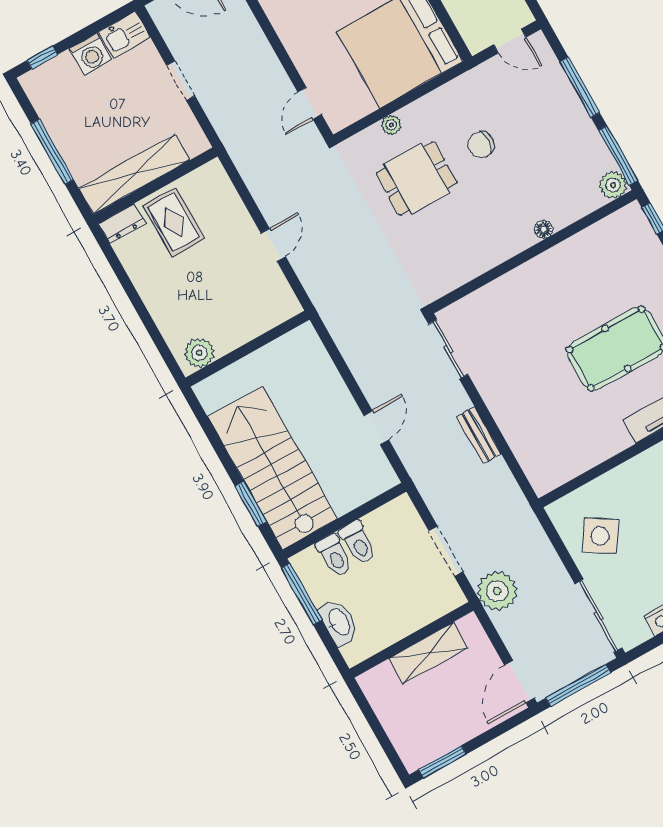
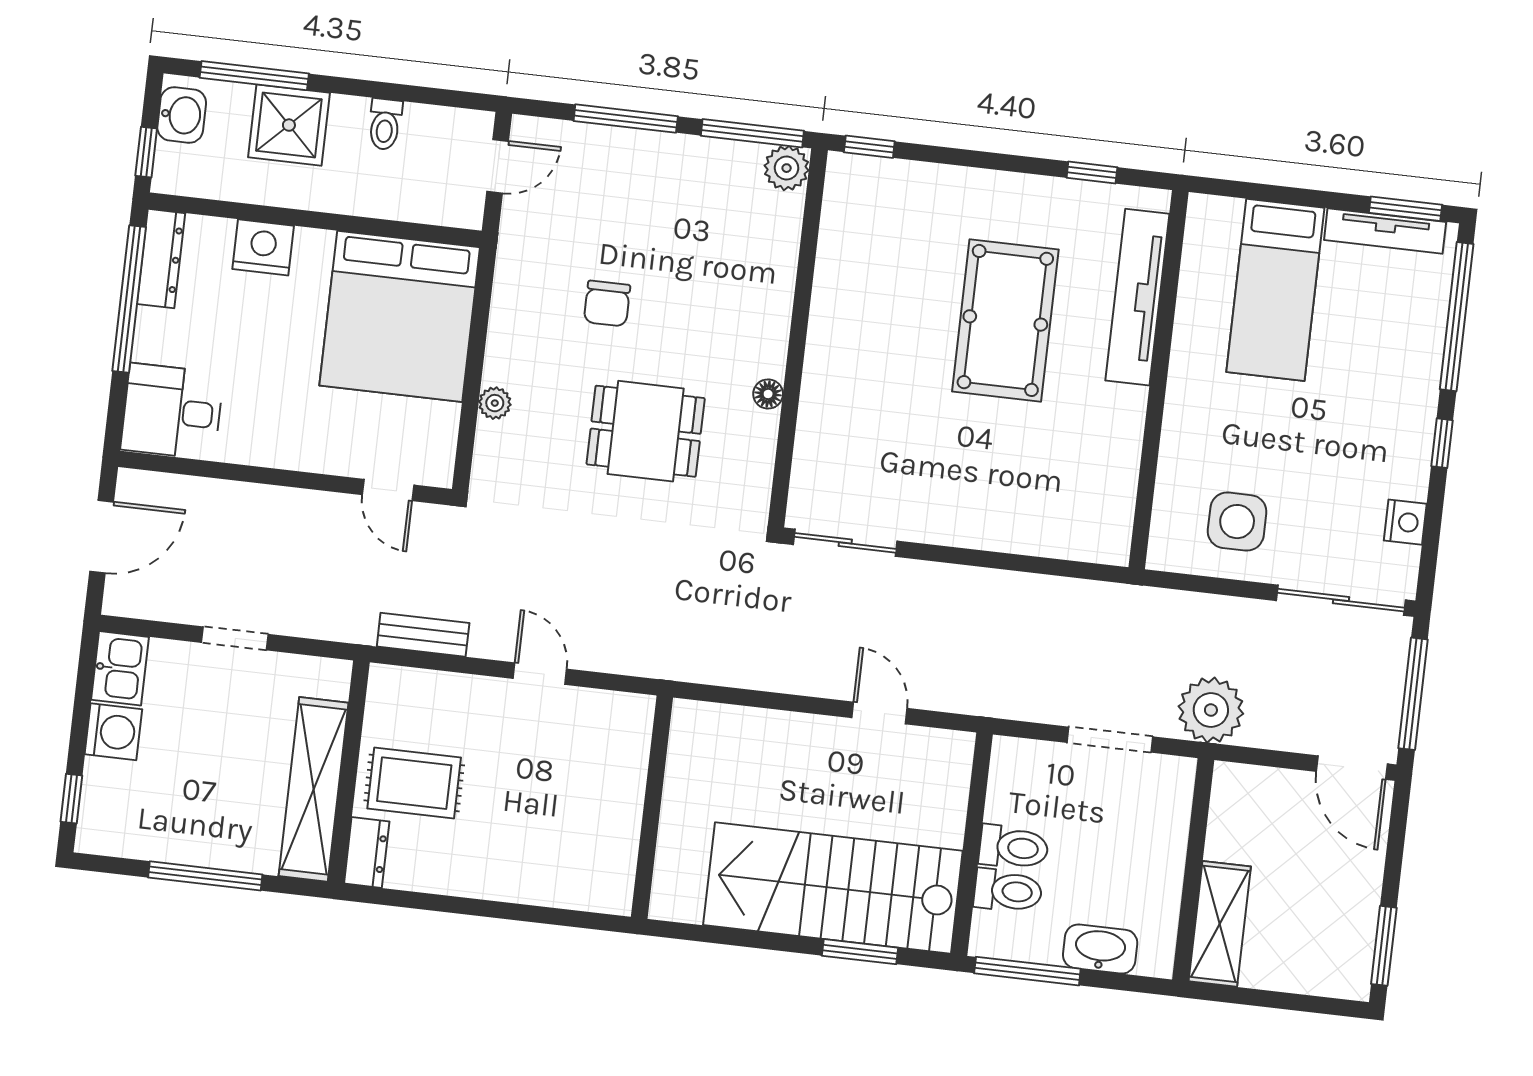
dining table: (417, 178) -> (646, 431), moved, turned 90
floor lamp: (544, 229) -> (768, 394), moved
plant: (199, 353) -> (611, 875), removed
bench: (479, 435) -> (423, 635), moved
side table: (600, 536) -> (1237, 522), turned -33
shelving: (428, 653) -> (1220, 924), moved

